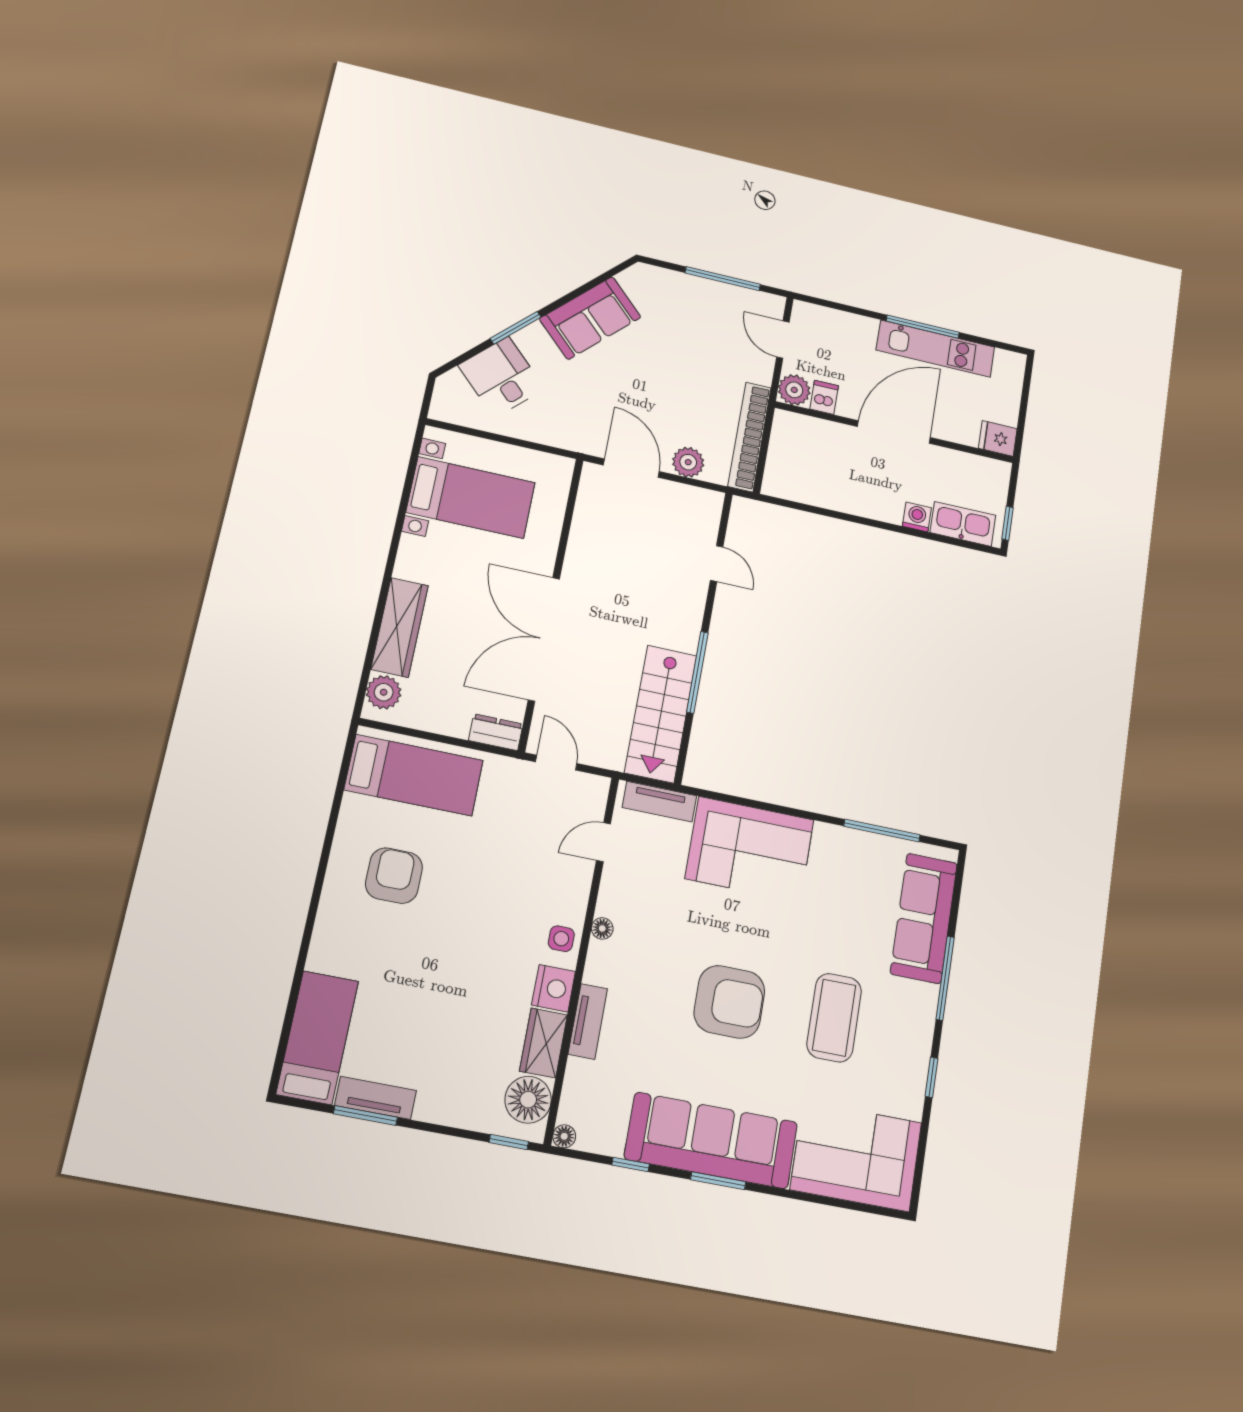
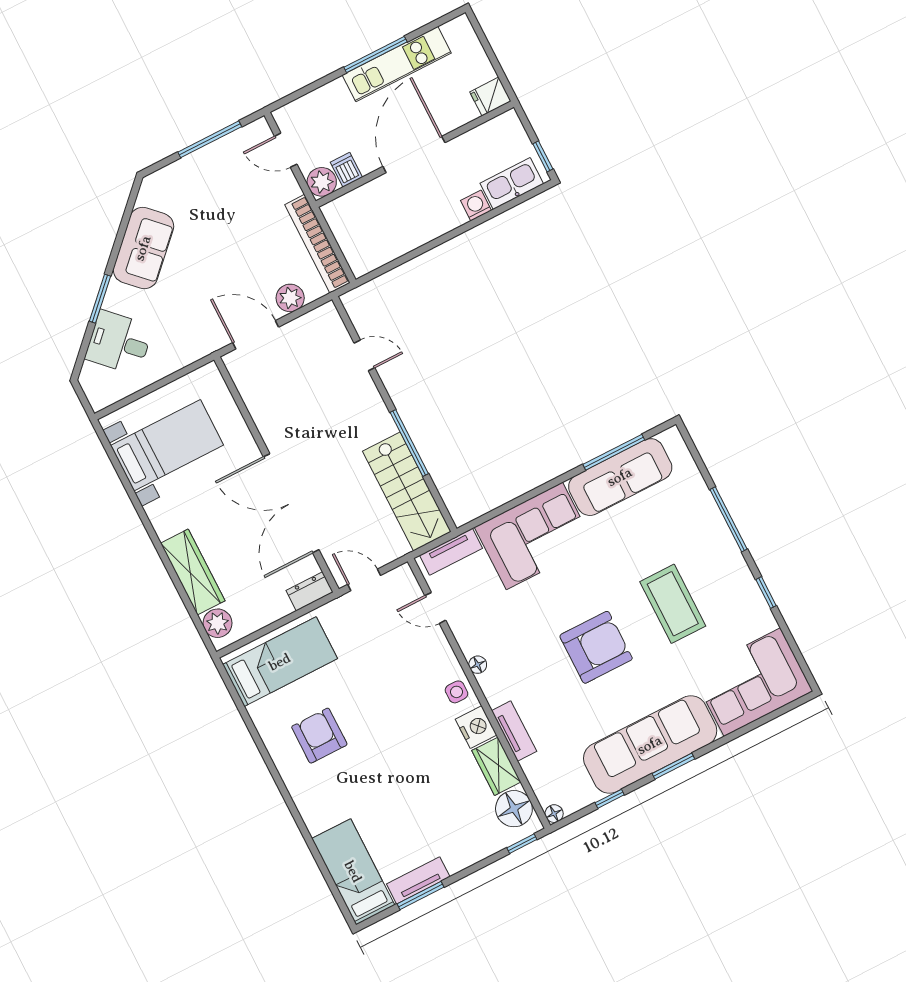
door: (603, 842) -> (435, 608), hinge flipped
sofa: (924, 918) -> (620, 477), moved, turned -90

